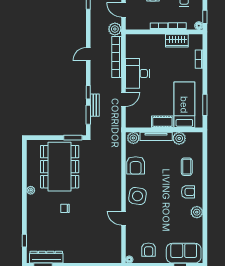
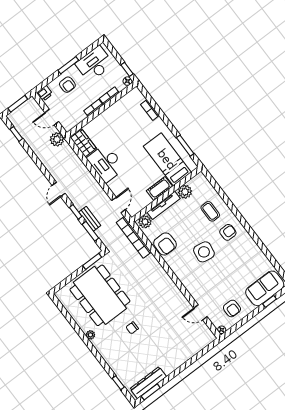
wardrobe: (177, 41) -> (83, 143), moved, turned -90
door: (88, 54) -> (59, 189), moved
bookcase: (117, 57) -> (134, 237), moved
door: (123, 99) -> (119, 205), moved
side table: (137, 196) -> (204, 252), moved
plant: (197, 212) -> (249, 244), removed
door: (123, 218) -> (200, 312), moved

